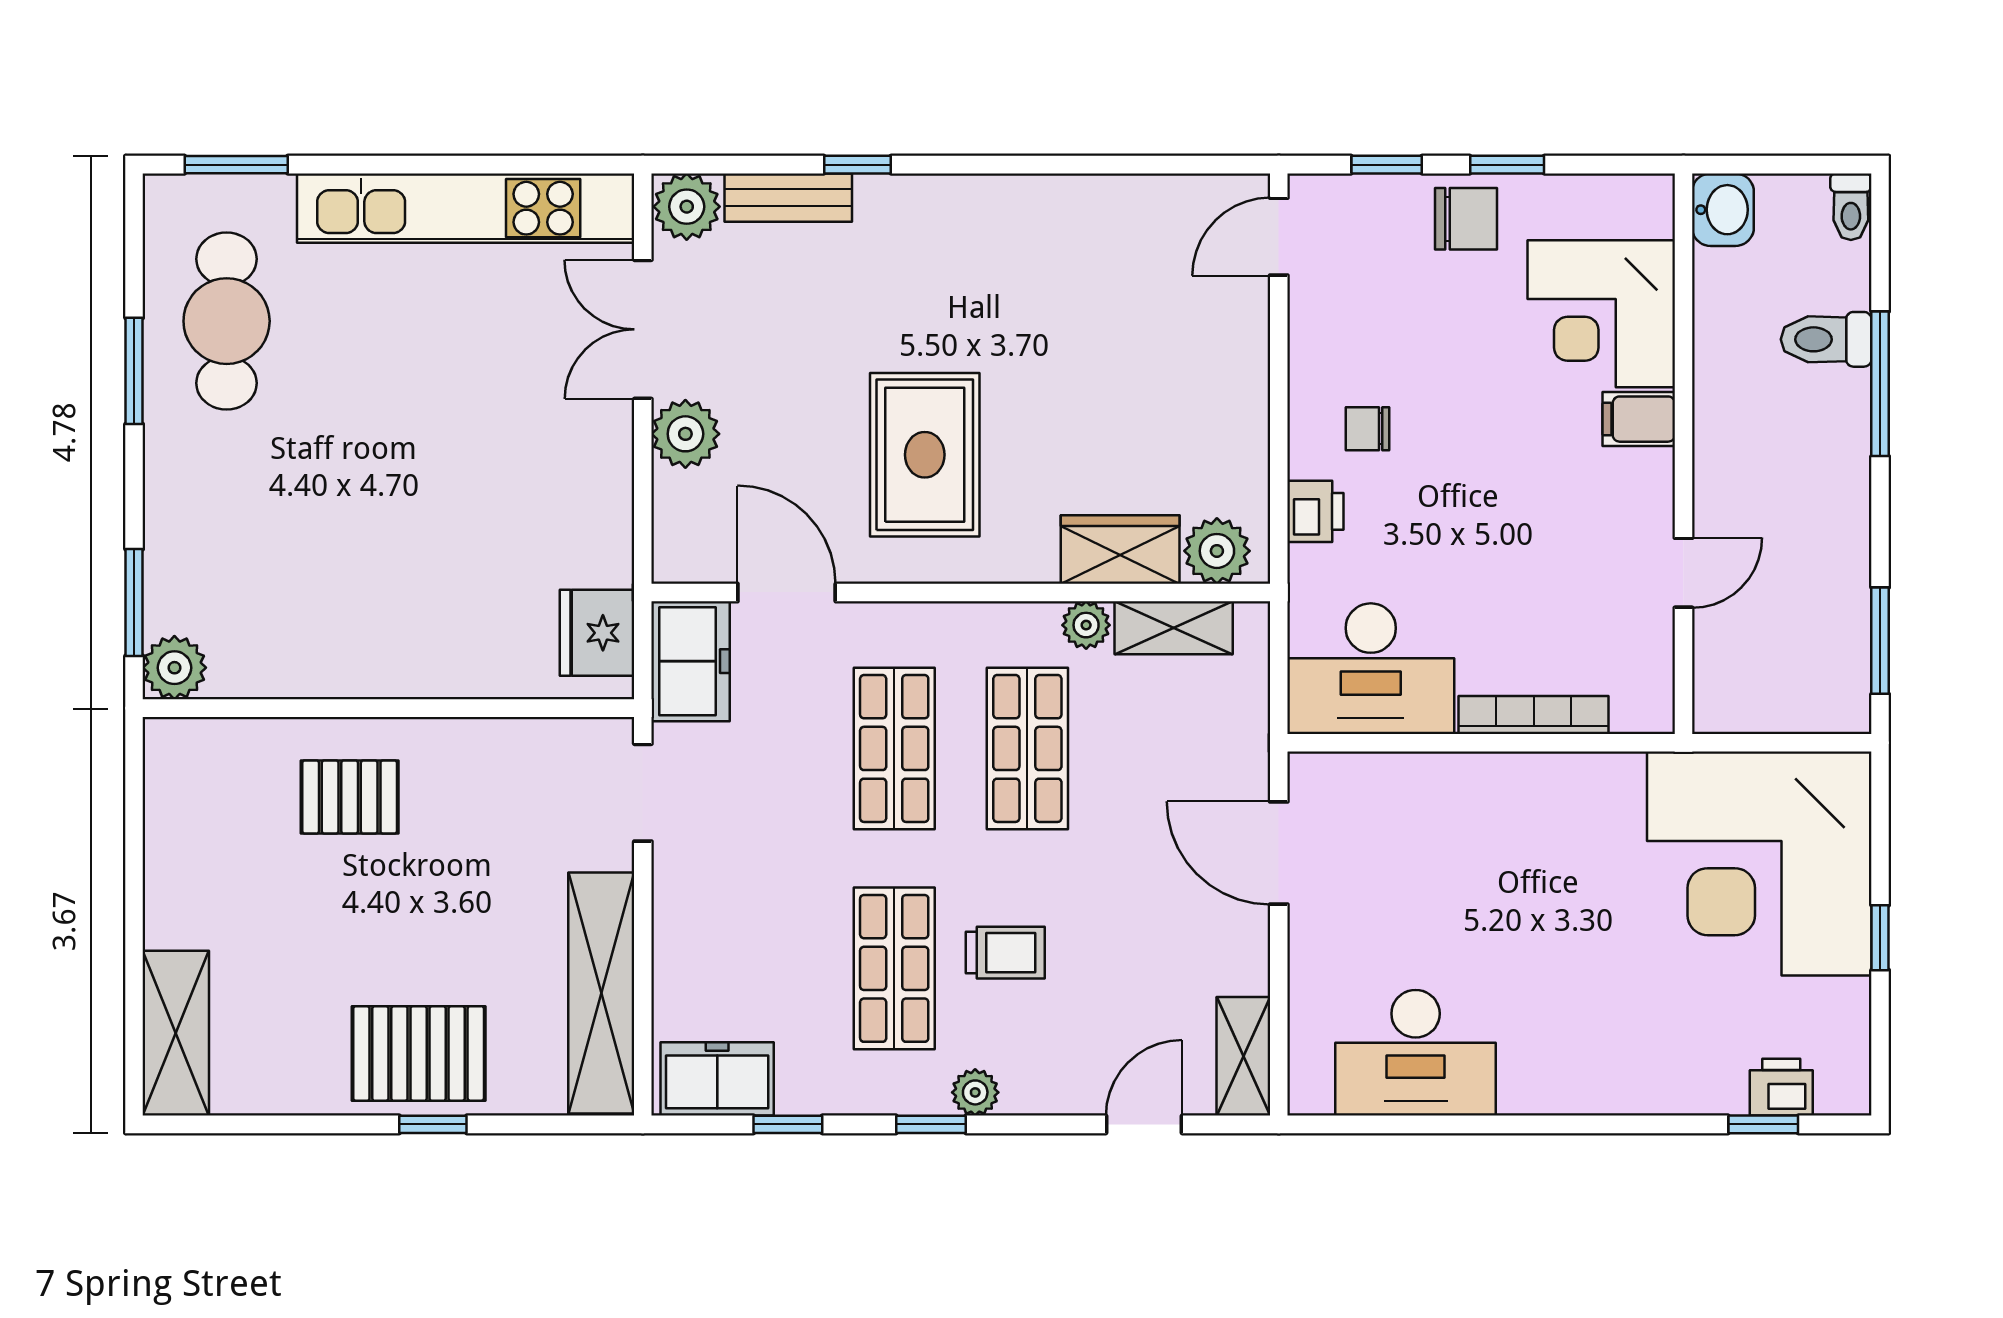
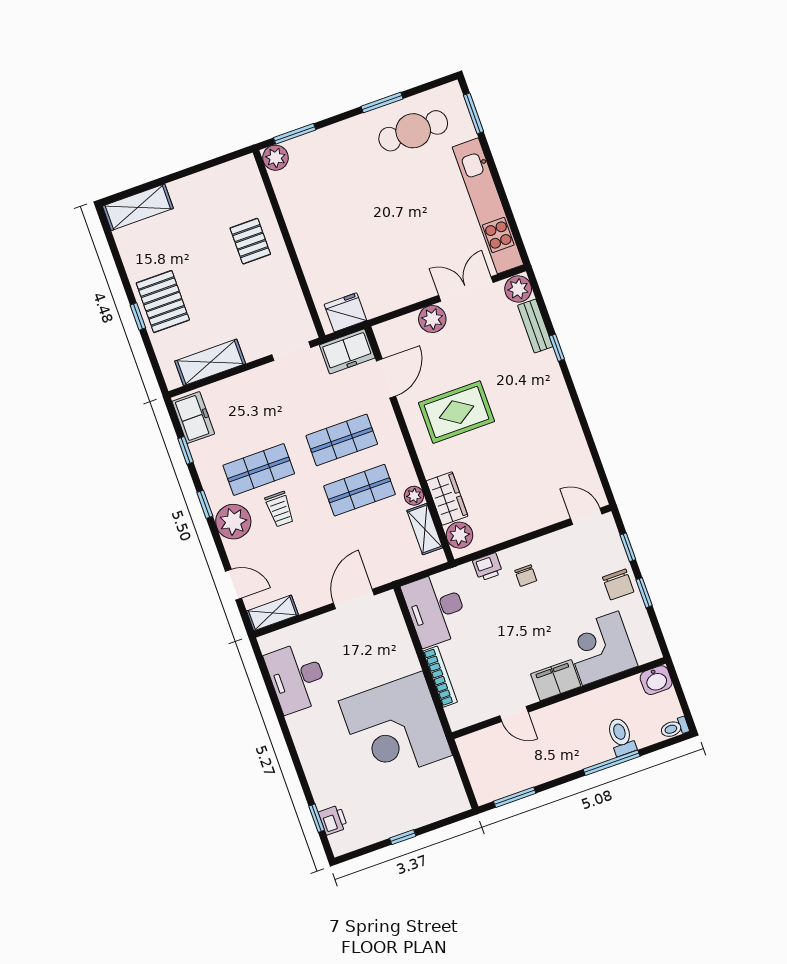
filing cabinet: (1639, 419) -> (556, 680), width x2.00
chair: (1368, 429) -> (526, 576), turned 180
corner desk: (1759, 864) -> (395, 728), moved, turned -90
shelving: (601, 993) -> (210, 362), width x0.68
plant: (975, 1092) -> (233, 522), width x1.87, depth x1.87

